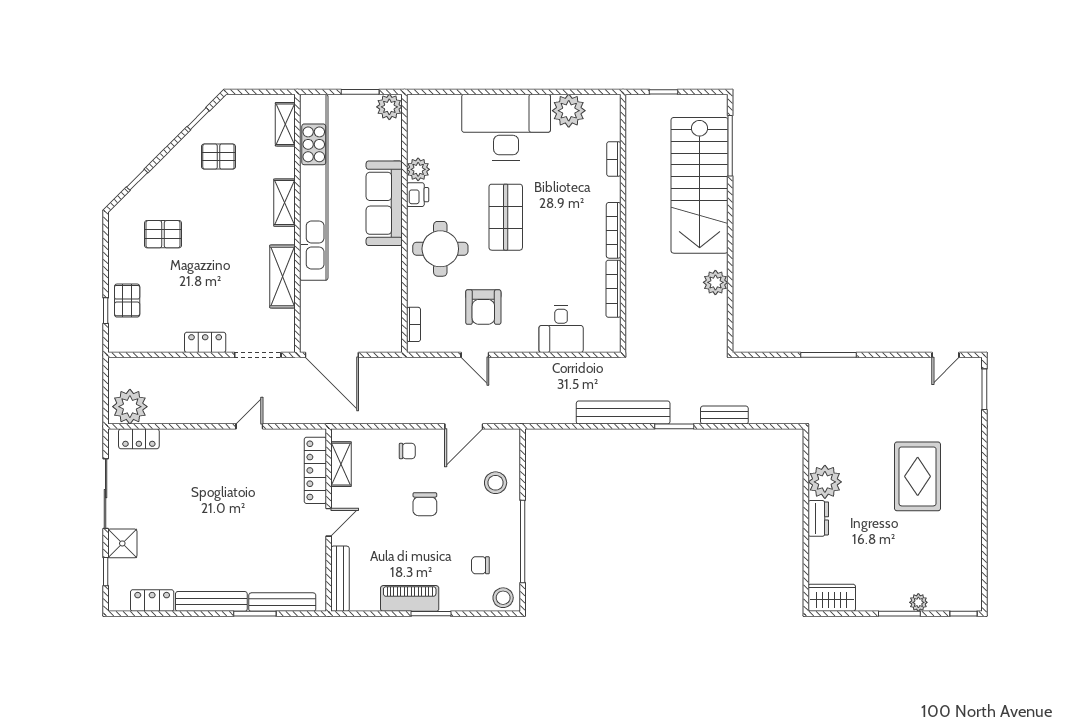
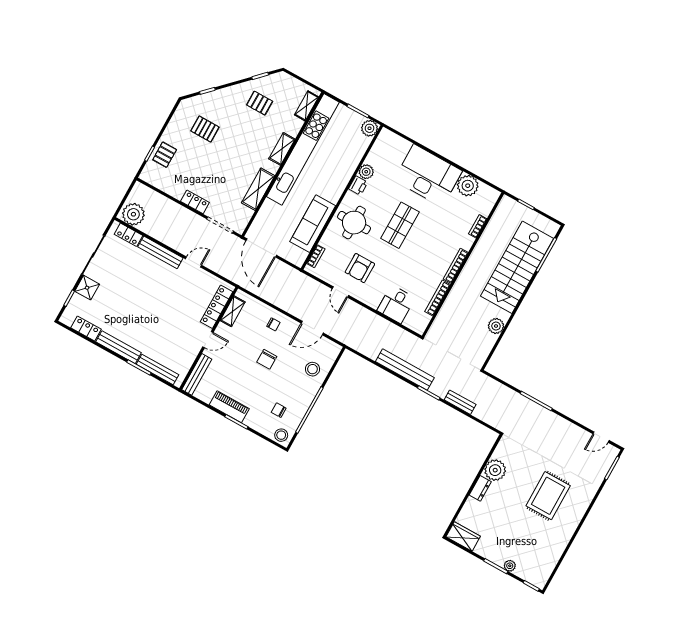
sofa: (384, 203) -> (313, 224), moved
bench: (196, 439) -> (160, 252), added

